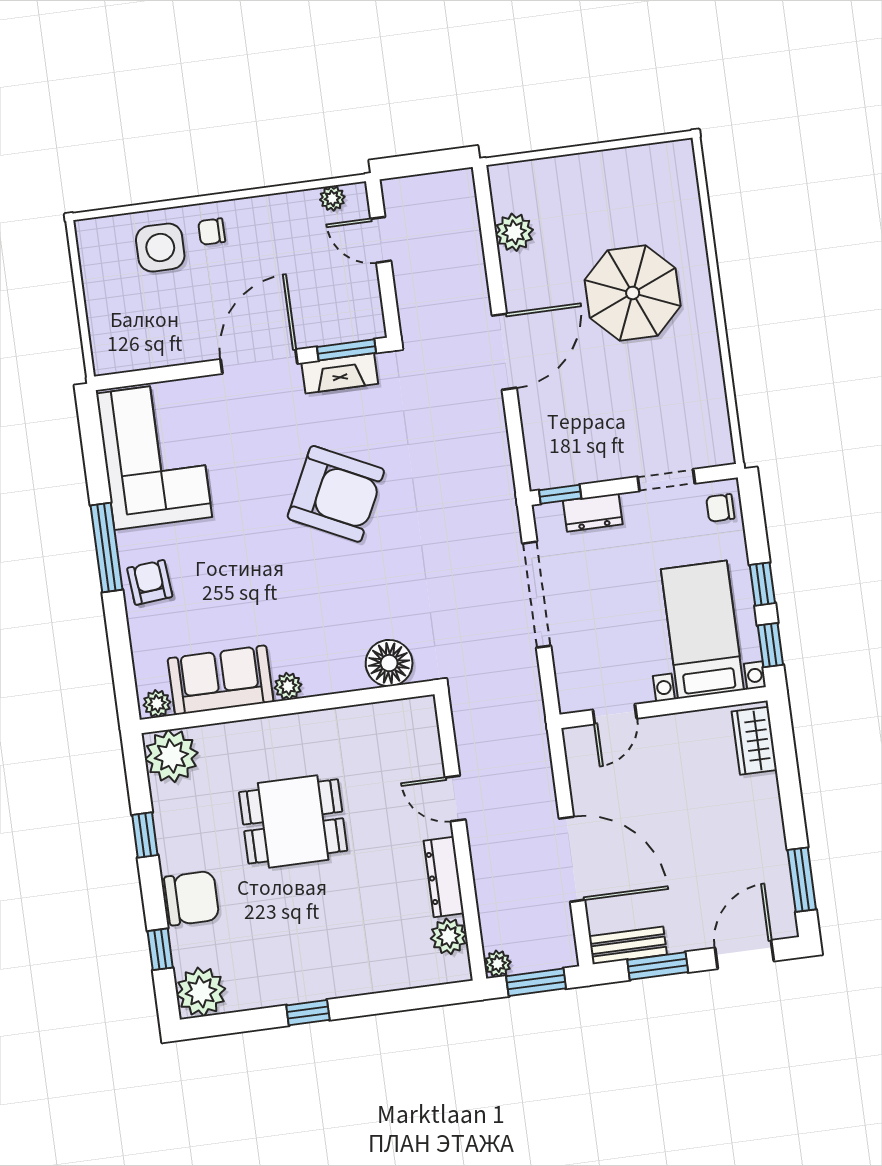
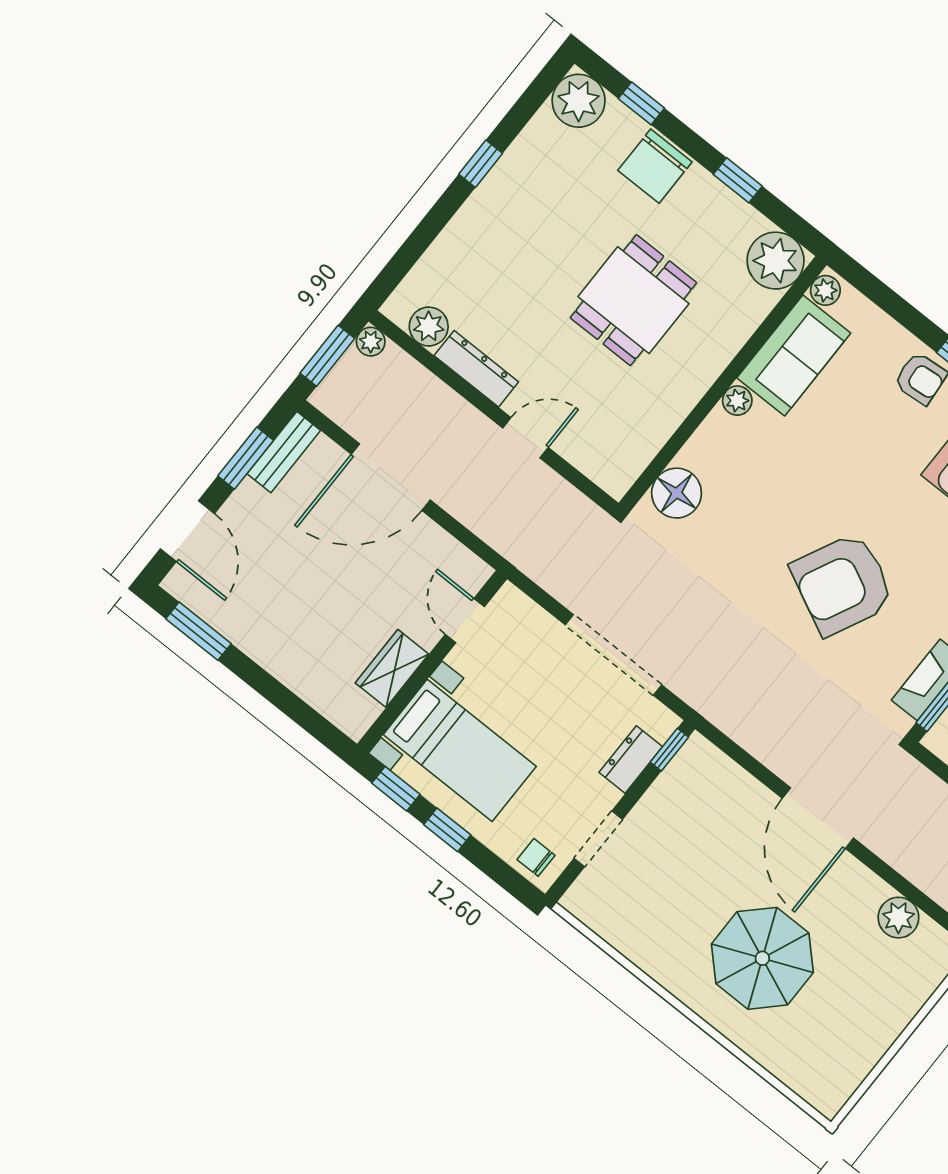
chair: (720, 508) -> (536, 857), turned -90
wardrobe: (754, 741) -> (392, 669), moved, turned -90

